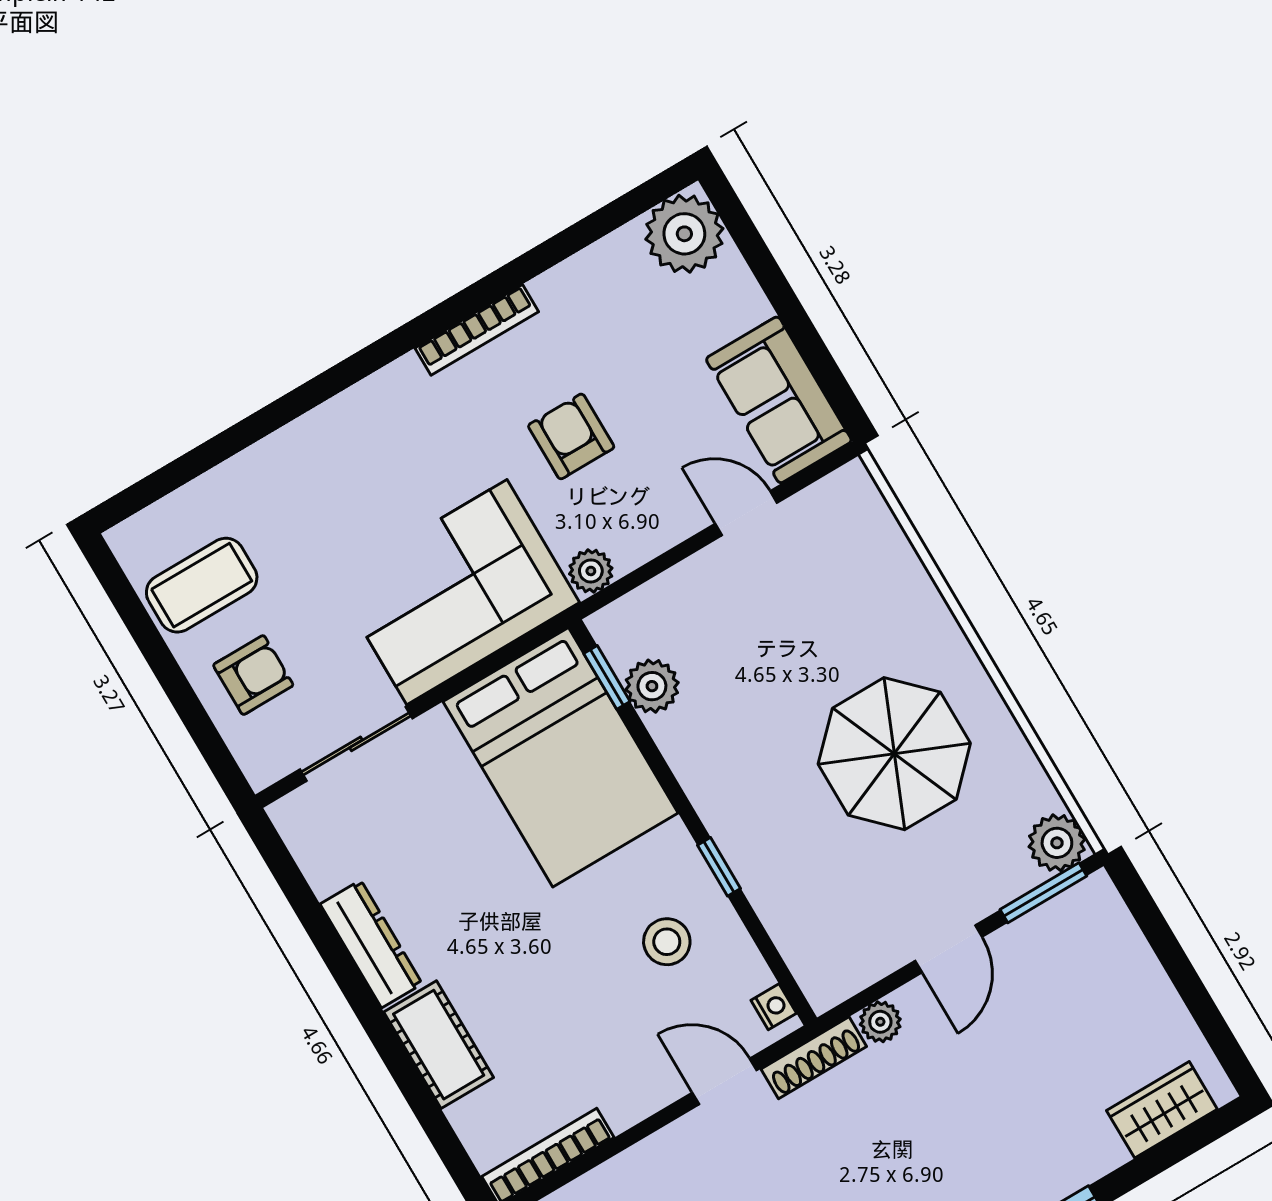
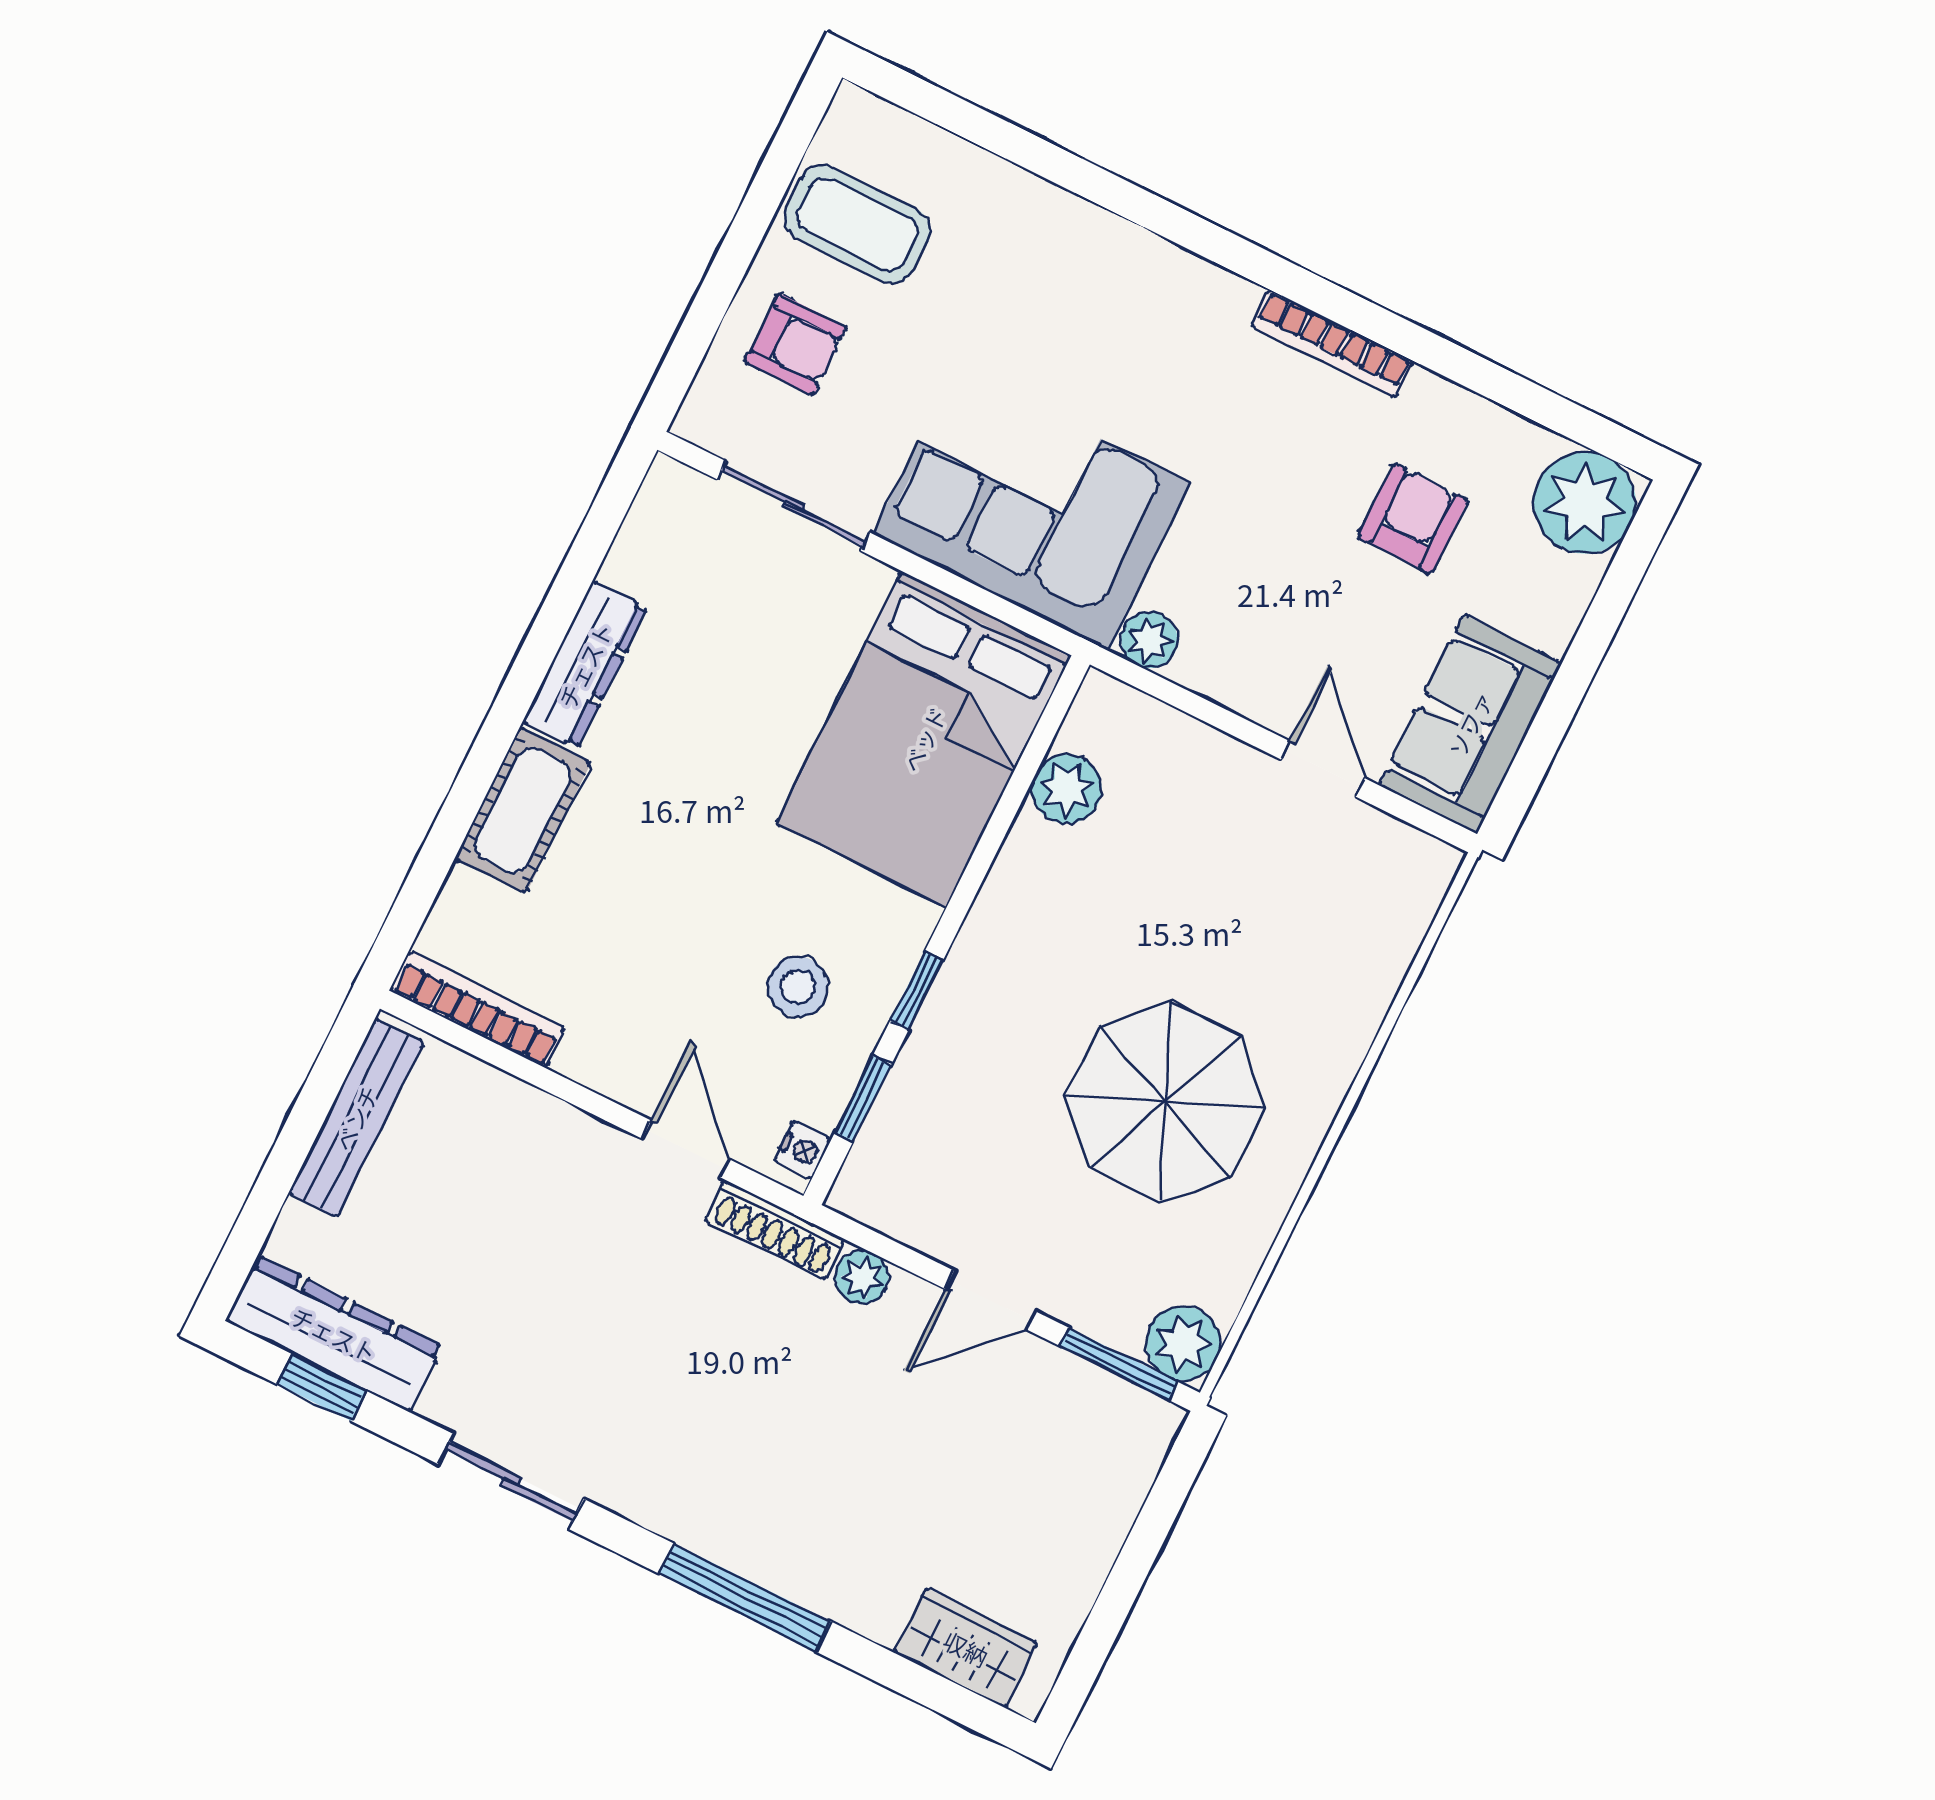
armchair: (571, 436) -> (1413, 519), moved
window: (607, 677) -> (863, 1099), moved

